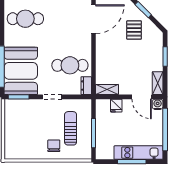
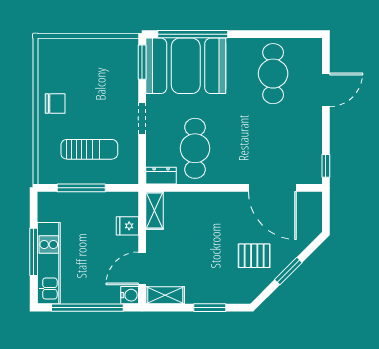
chair: (54, 146) -> (55, 103), moved

